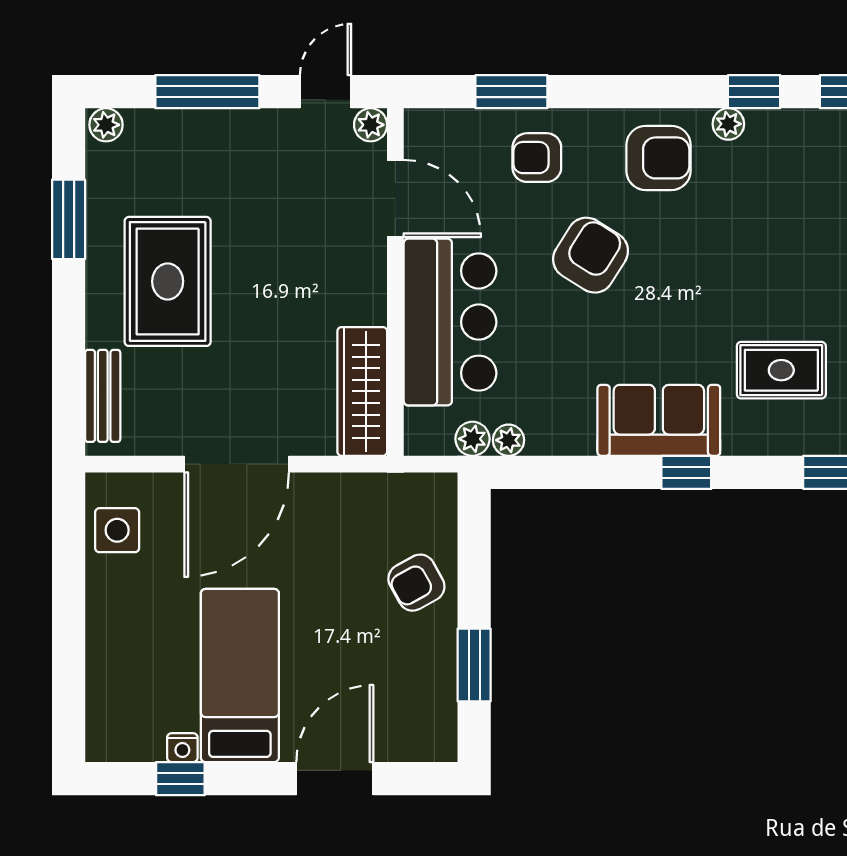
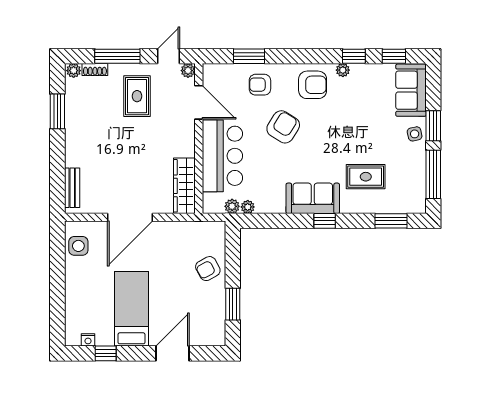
shoe rack: (155, 123) -> (95, 70), added
rug: (168, 281) -> (137, 96), moved, width x0.73, depth x0.70
nightstand: (182, 748) -> (88, 340), moved

